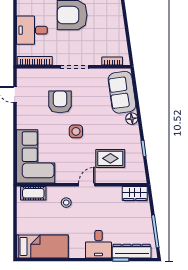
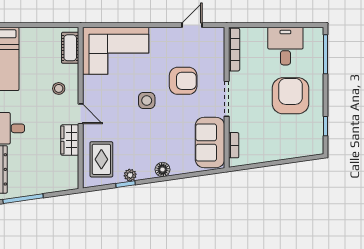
desk: (32, 30) -> (285, 46), moved
sofa: (122, 92) -> (210, 142), moved, turned -82
plant: (136, 145) -> (130, 175), added
rug: (110, 158) -> (101, 159), moved
wardrobe: (135, 194) -> (70, 140), moved

